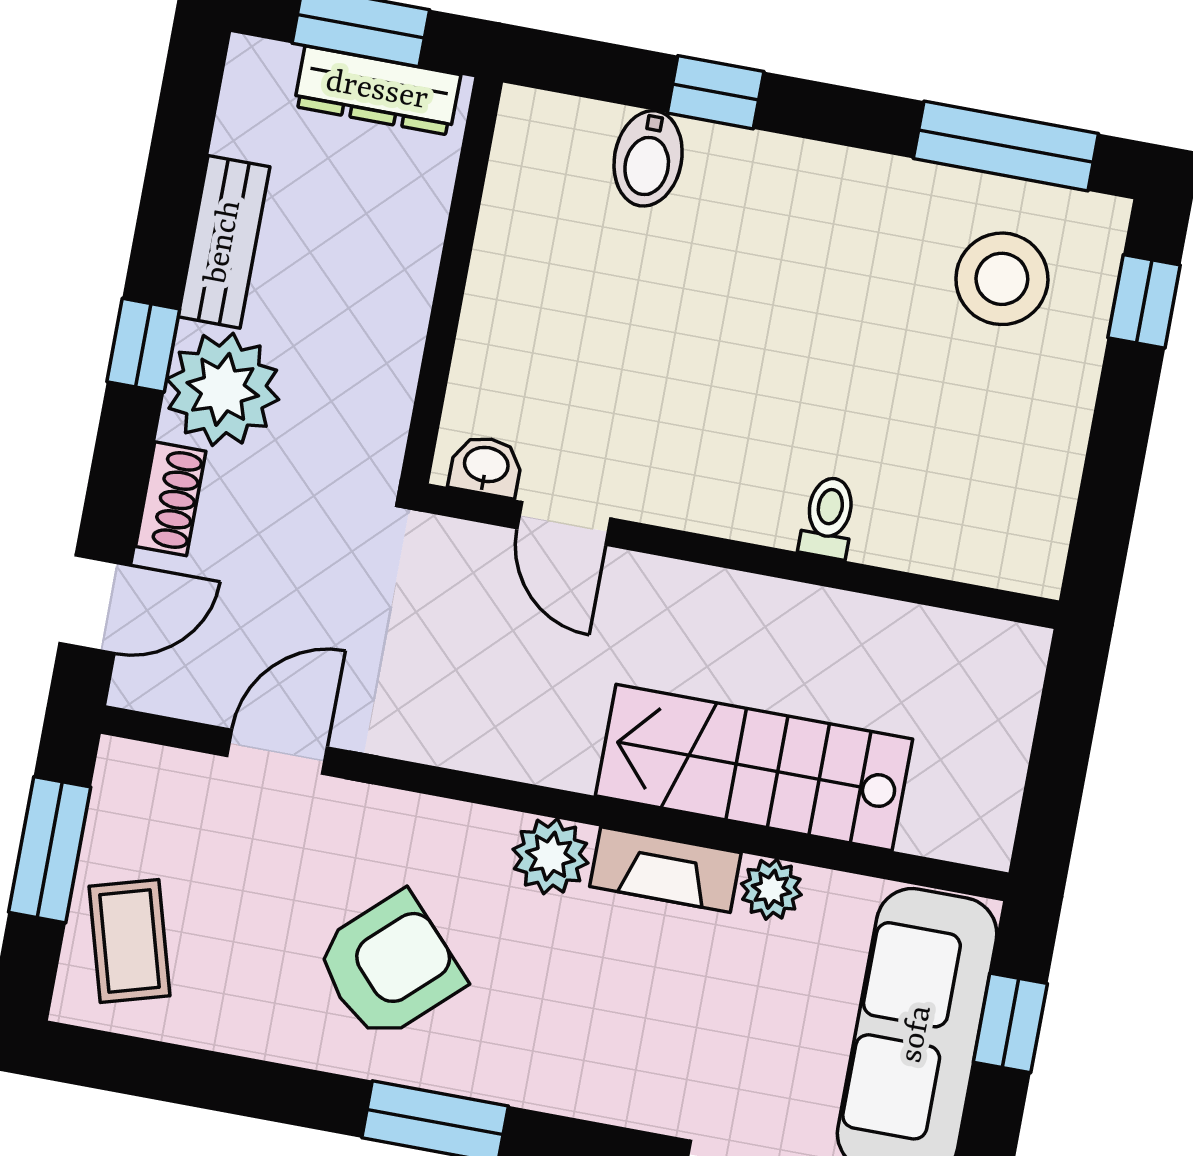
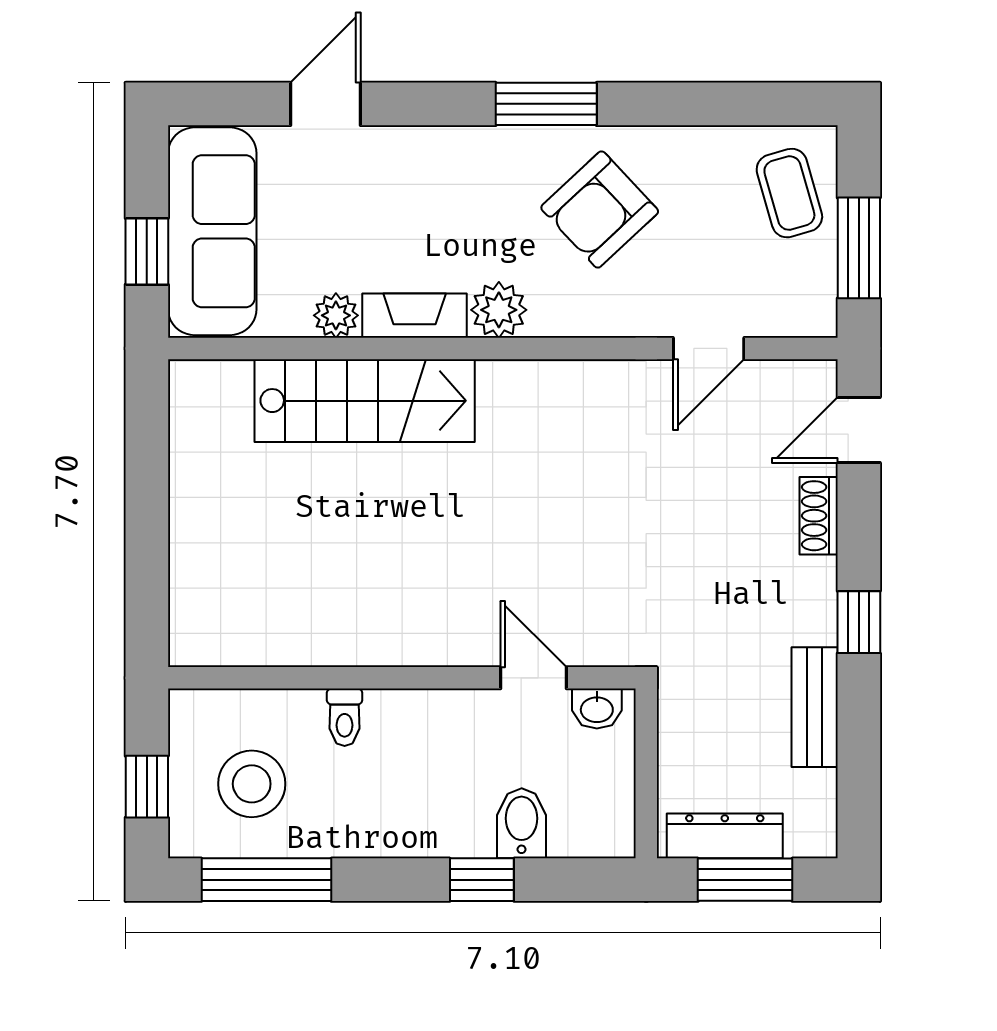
plant: (223, 389) -> (796, 601), removed
washbasin: (486, 466) -> (597, 709), moved
toilet: (828, 517) -> (345, 717), moved
door: (564, 523) -> (533, 678), moved
wall: (741, 556) -> (402, 678), moved

